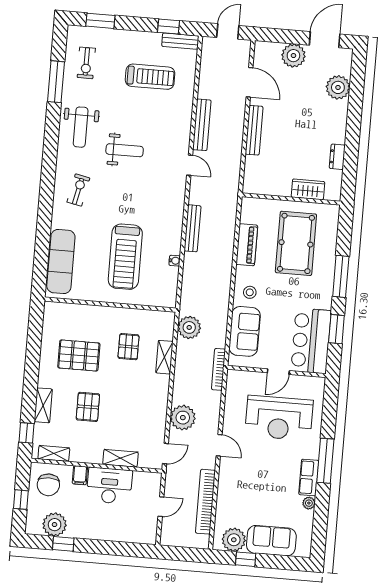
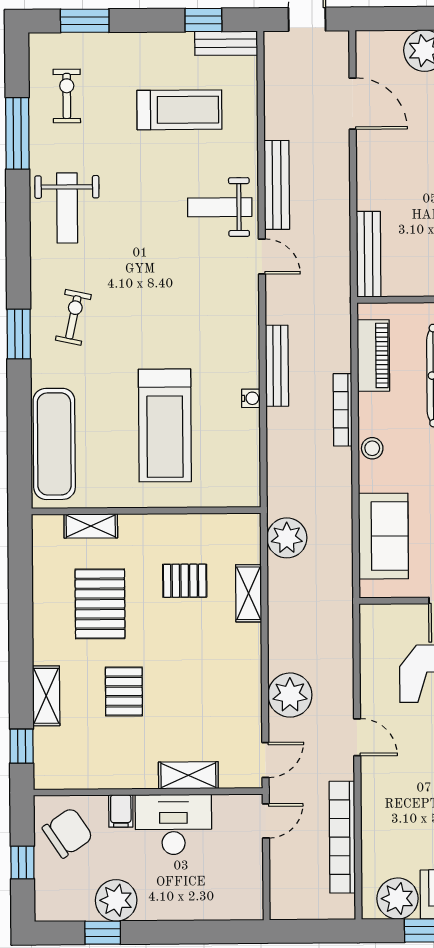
exercise bike: (86, 63) -> (67, 96), turned 180
bench: (254, 130) -> (369, 254), moved
weight bench: (125, 150) -> (220, 207), moved, turned 180
window: (46, 197) -> (19, 334), added
piano: (247, 245) -> (373, 356), moved
water cooler: (175, 261) -> (251, 398), moved
stool: (250, 292) -> (372, 448), moved
pallet: (129, 347) -> (185, 581), turned 90
pallet: (79, 355) -> (100, 604), turned 90
bookcase: (218, 369) -> (343, 410), moved
shelving: (54, 453) -> (91, 526), moved
chair: (48, 485) -> (68, 833), turned -124
door: (161, 507) -> (266, 821), moved
plant: (55, 525) -> (116, 900), moved

